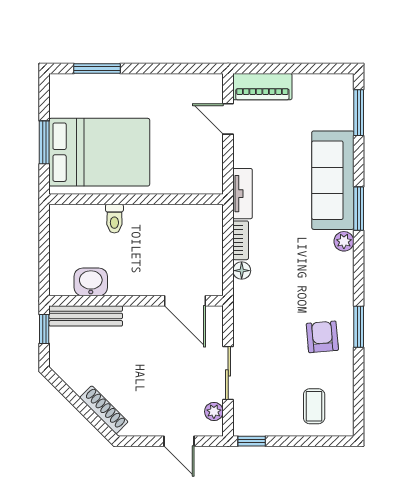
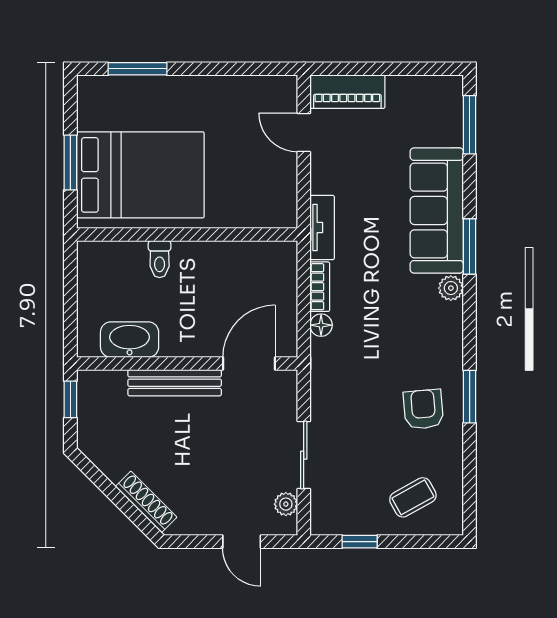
washbasin: (91, 282) -> (130, 340), width x1.38
door: (185, 301) -> (249, 364), swing flipped
bench: (86, 316) -> (175, 383), moved
coffee table: (314, 406) -> (413, 497), turned 61
window: (252, 441) -> (360, 542), moved

